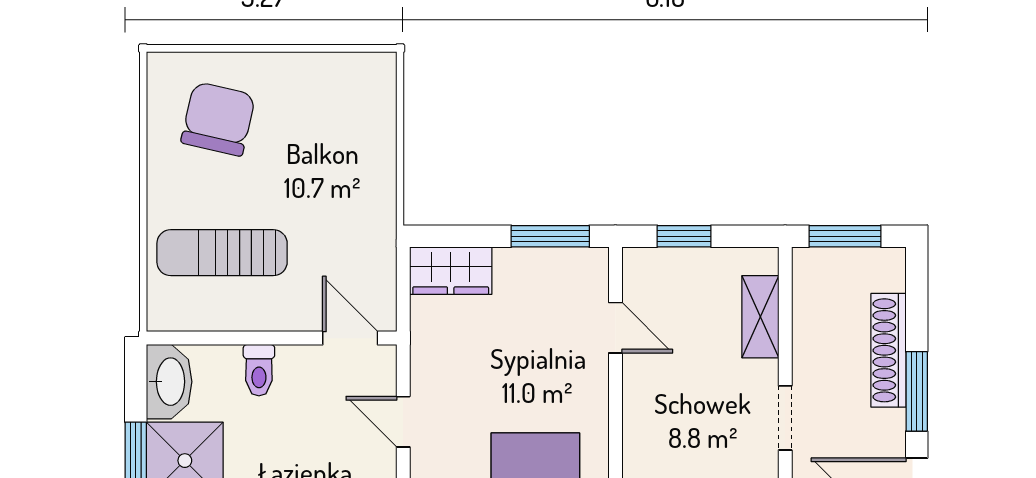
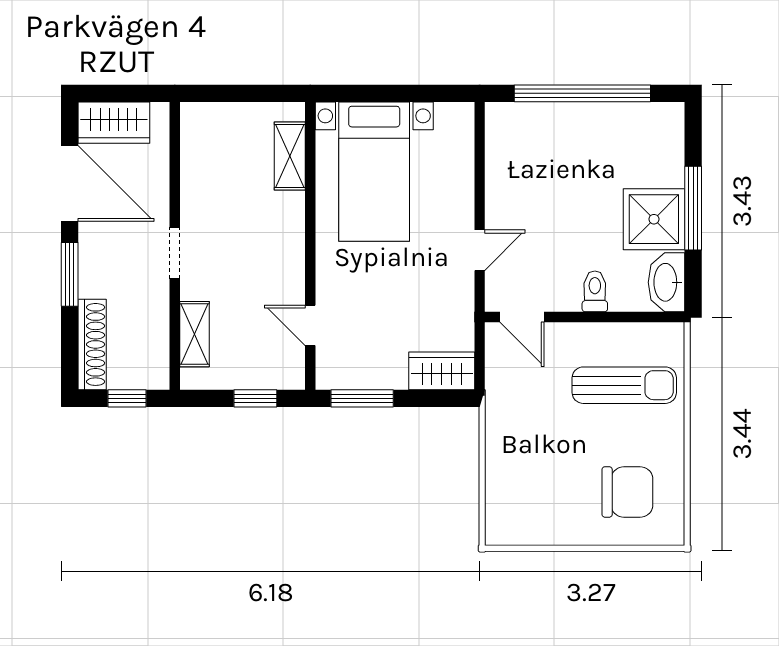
chair: (218, 119) -> (627, 492), turned -103
window: (845, 236) -> (127, 398), width x0.67
shoe rack: (889, 350) -> (92, 344), moved
door: (403, 422) -> (480, 250), hinge flipped

